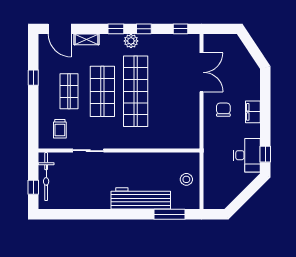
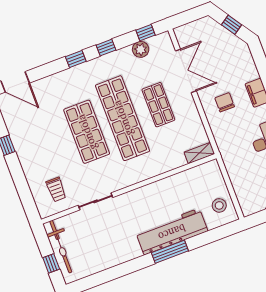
shelving: (87, 39) -> (199, 153), moved
plant: (131, 41) -> (141, 49), moved
window: (253, 49) -> (232, 25), added
shop shelf: (69, 91) -> (158, 105), moved
stool: (186, 179) -> (219, 205), moved
window: (170, 214) -> (170, 252), moved

